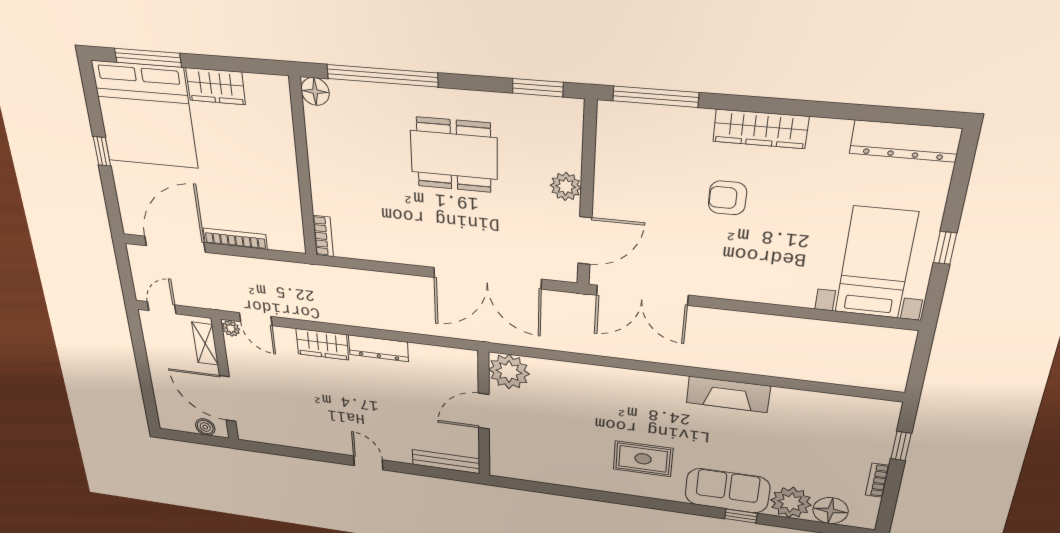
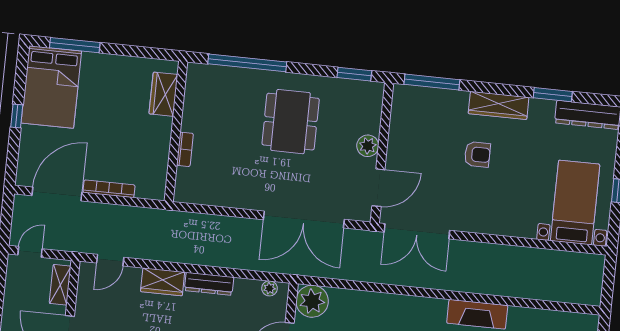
wardrobe: (216, 86) -> (163, 94), moved, turned 90
floor lamp: (315, 91) -> (196, 73), removed
window: (849, 112) -> (553, 95), added
bed: (145, 115) -> (51, 87), width x0.73
dining table: (454, 155) -> (291, 122), turned 90
armchair: (727, 198) -> (477, 154), turned 180
bookcase: (323, 236) -> (185, 149), moved
door: (256, 319) -> (110, 260), hinge flipped
plant: (231, 328) -> (269, 288), moved

